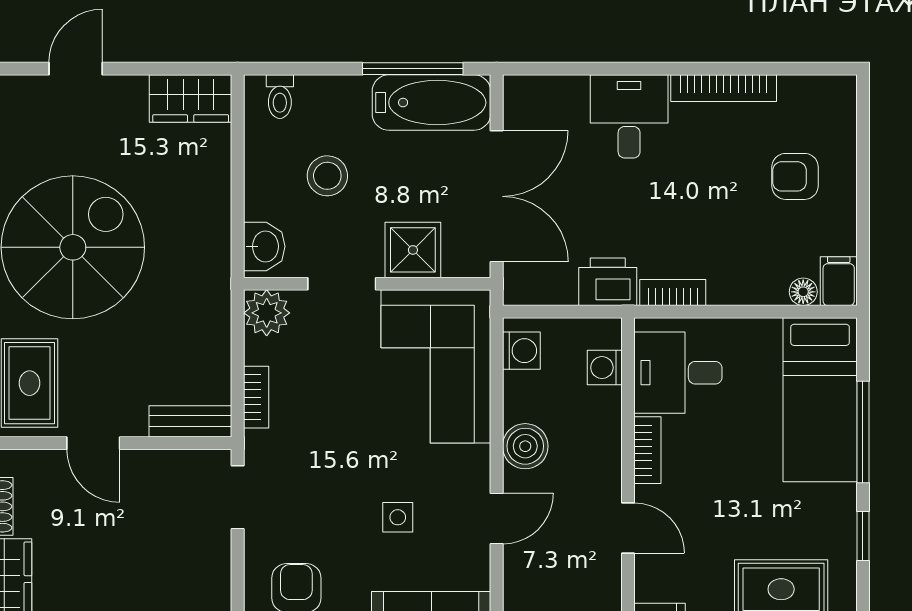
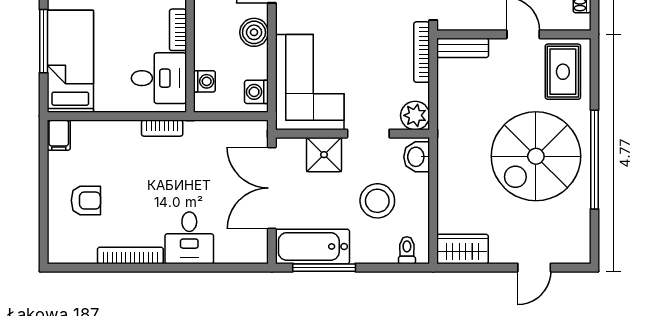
stool: (327, 176) -> (377, 201), width x1.38, depth x1.38
printer: (608, 282) -> (203, 135), removed
floor lamp: (803, 292) -> (81, 129), removed
bookcase: (256, 397) -> (422, 52), width x1.56

